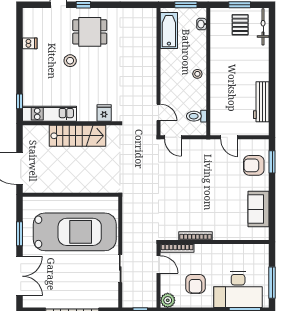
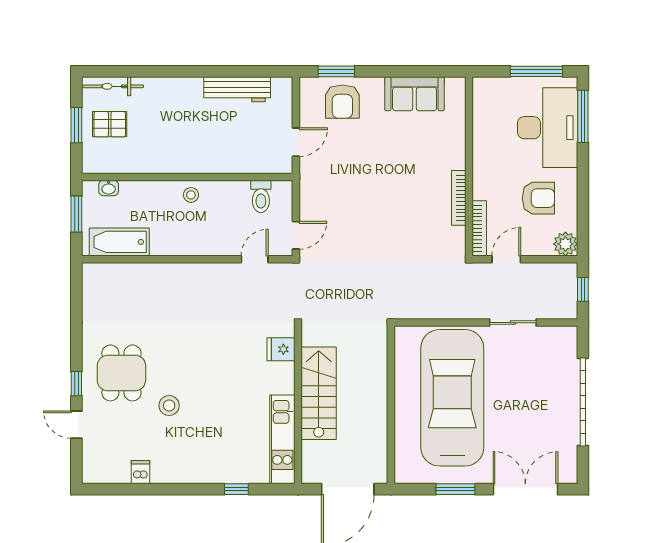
fridge: (104, 113) -> (281, 349), moved
kitchen unit: (50, 114) -> (282, 439), moved
wall: (71, 123) -> (298, 405), moved
stairs: (78, 136) -> (319, 393), moved

